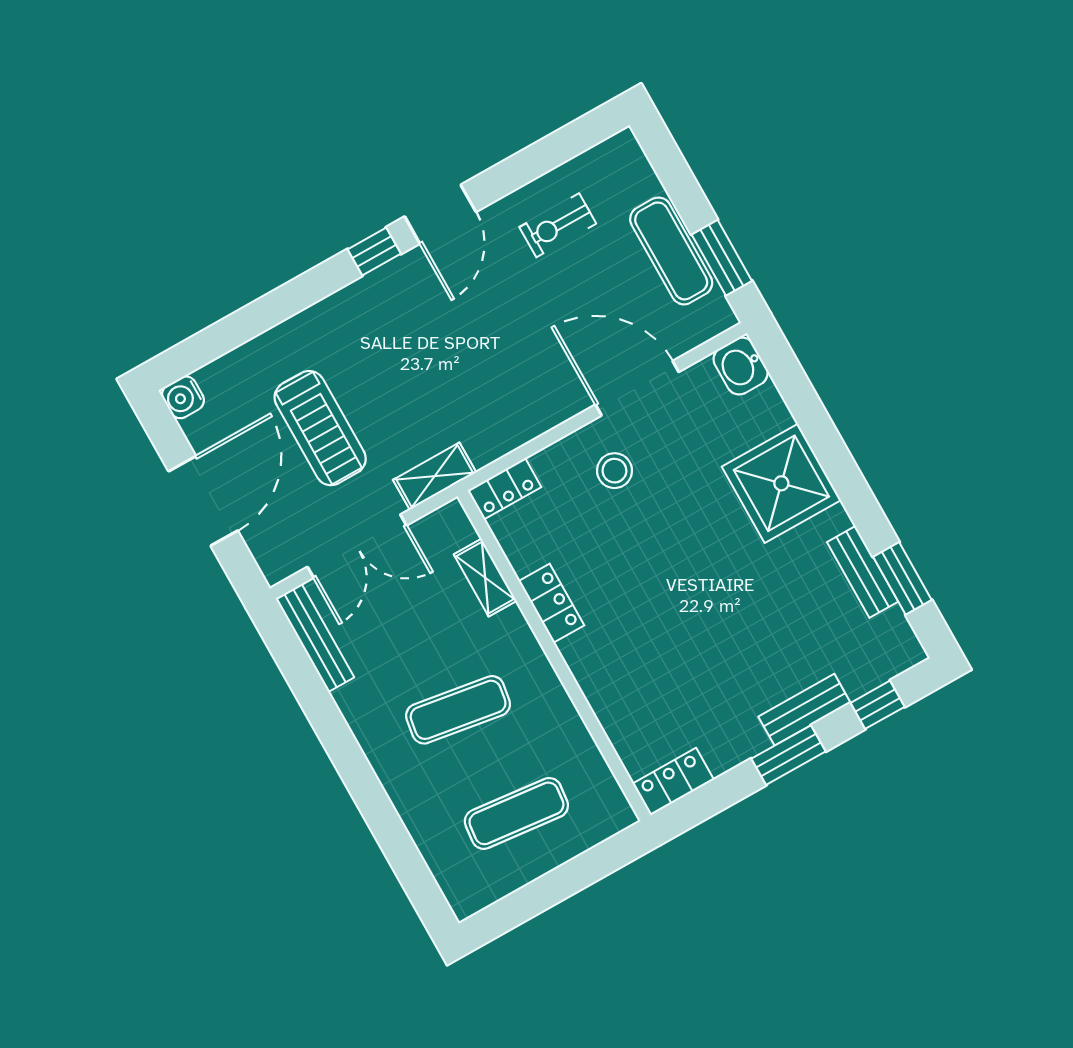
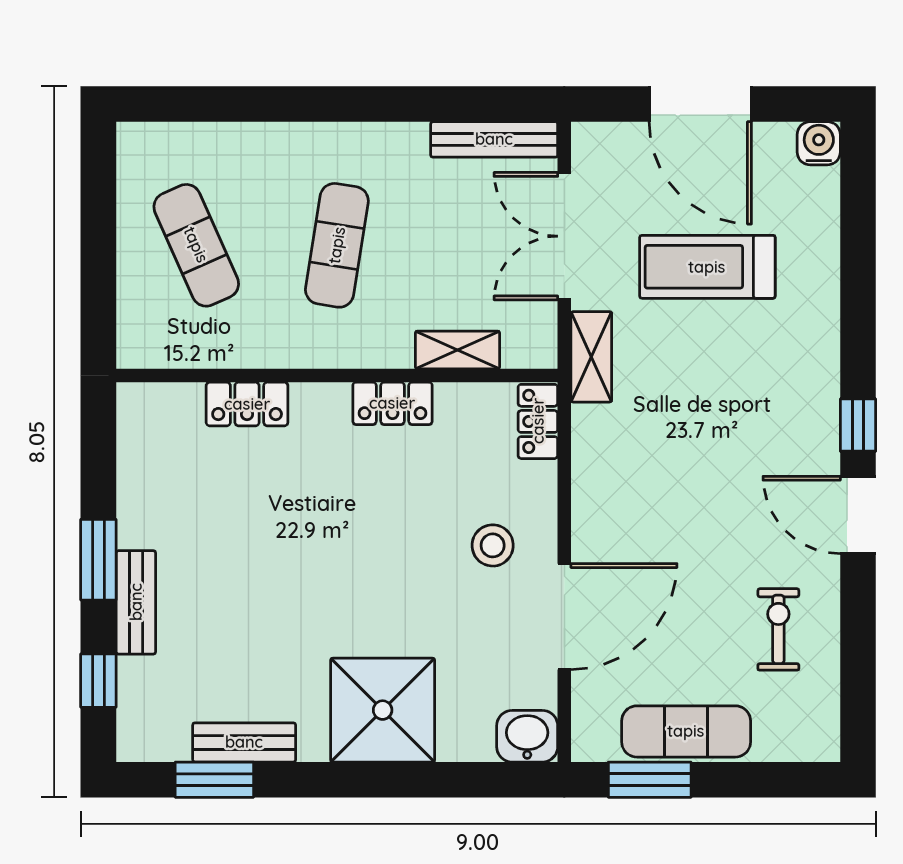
locker: (673, 782) -> (247, 404), moved, turned 90
exercise mat: (516, 813) -> (196, 245), turned -30

